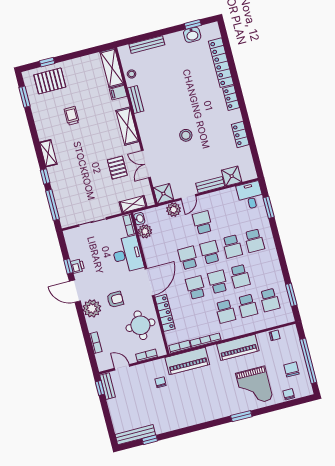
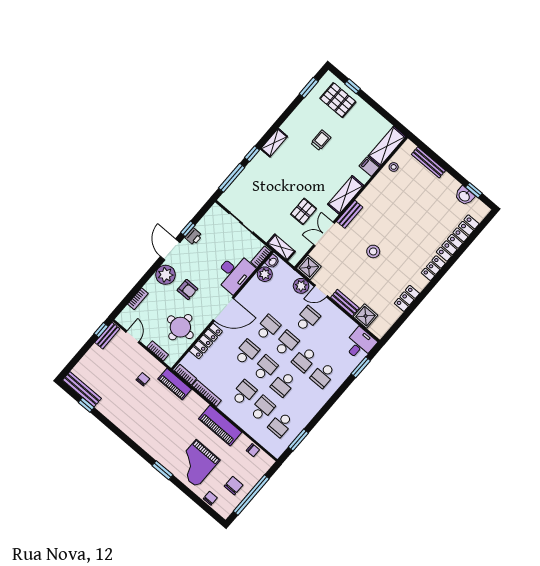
bench: (136, 99) -> (350, 214), moved
school desk: (248, 306) -> (262, 409), turned 180
school desk: (225, 312) -> (244, 393), turned 180
piano: (187, 361) -> (175, 384), width x0.73, depth x0.75

